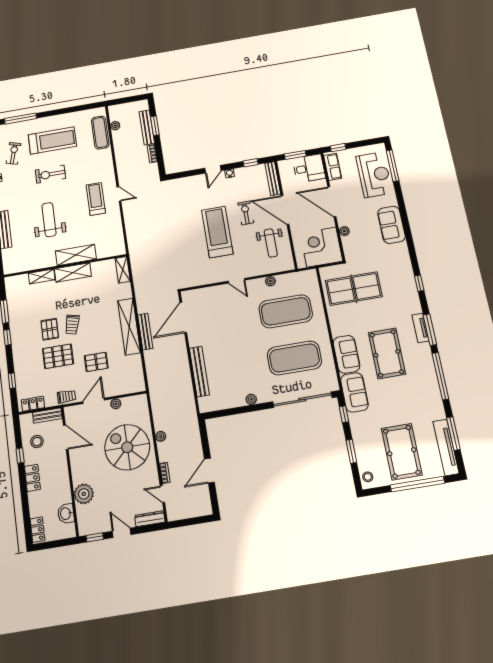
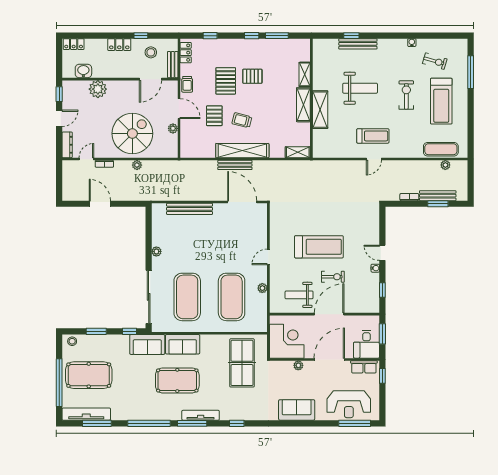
bench: (273, 179) -> (362, 308), removed
trolley: (72, 325) -> (242, 120), moved
tv unit: (420, 328) -> (201, 415), width x1.41

